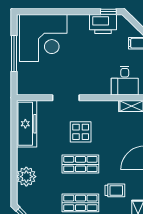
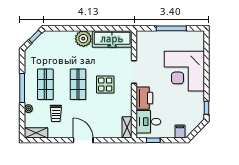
printer: (103, 24) -> (144, 98), moved, turned 180
corner desk: (43, 38) -> (184, 71), moved
plant: (26, 177) -> (83, 39), moved

